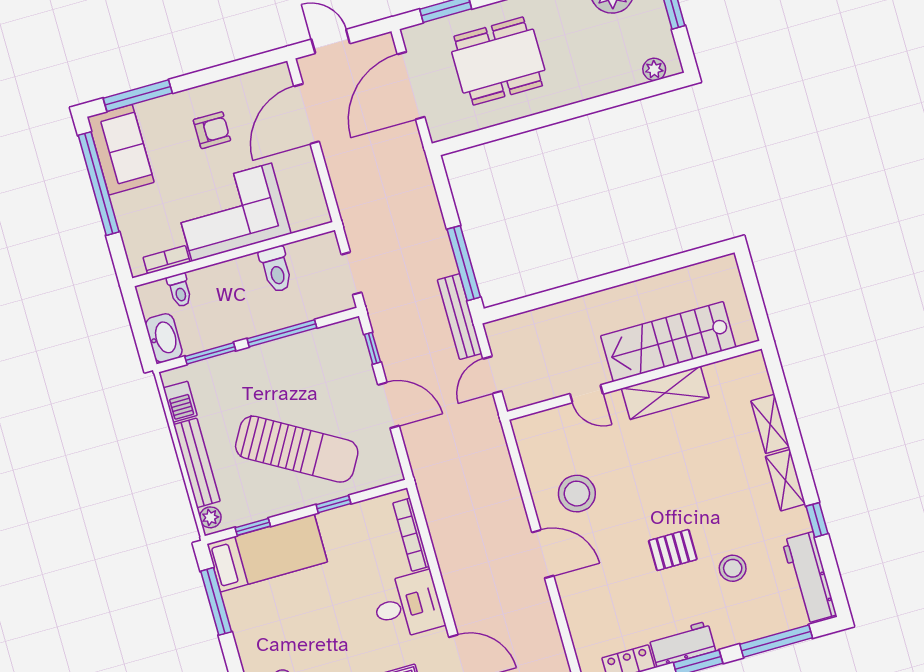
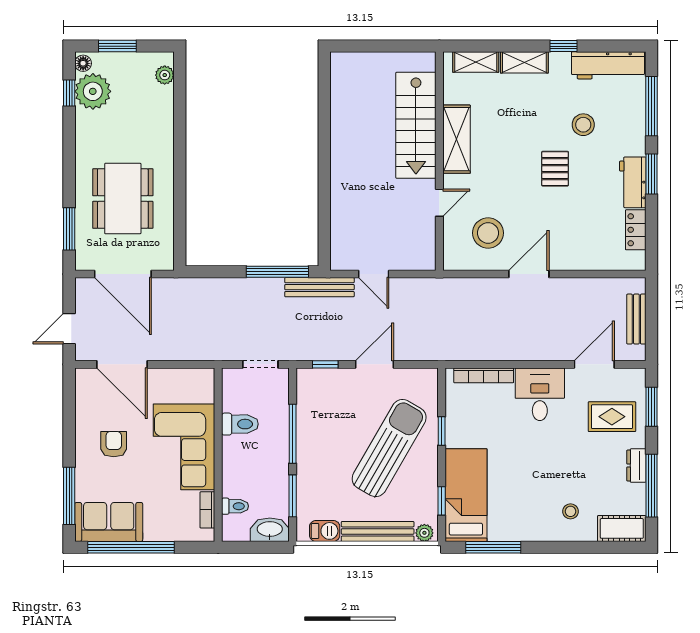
stairs: (668, 342) -> (416, 125), moved
wall: (634, 380) -> (439, 161), moved
shelving: (665, 393) -> (456, 139), moved
door: (586, 394) -> (439, 203), moved

